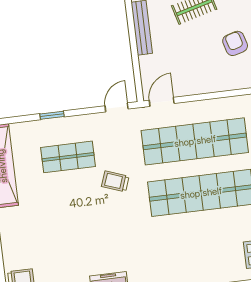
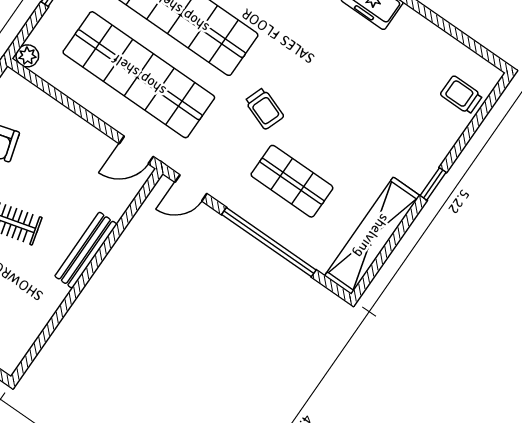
window: (52, 115) -> (269, 242), width x3.17

